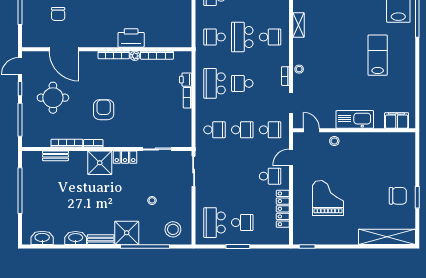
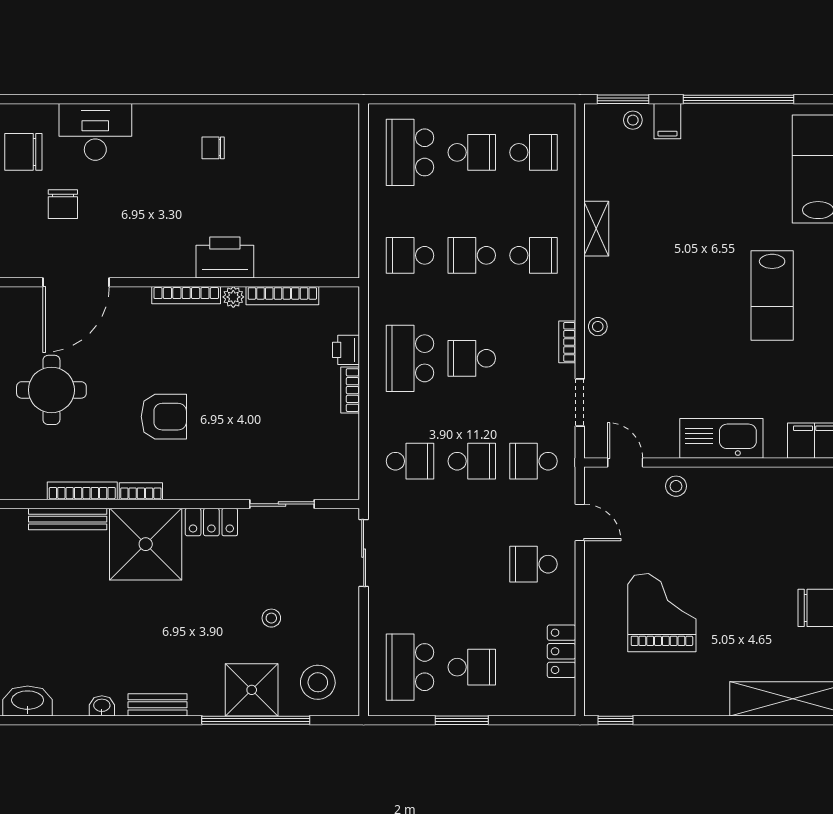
school desk: (242, 37) -> (472, 255), width x0.54
door: (64, 49) -> (76, 282), hinge flipped
lab bench: (378, 55) -> (772, 296), turned 180
armchair: (104, 110) -> (164, 417), turned 90
school desk: (270, 130) -> (533, 461), turned 180
bench: (56, 156) -> (68, 519), width x1.36
door: (291, 157) -> (580, 522), swing flipped
shower: (100, 163) -> (146, 544), width x1.37, depth x1.37
school desk: (270, 176) -> (533, 564), turned 180
locker: (283, 209) -> (562, 651), width x0.66
shower: (127, 233) -> (252, 690), moved
washbasin: (76, 238) -> (102, 706), width x0.52, depth x0.69

